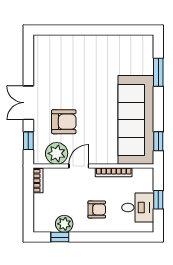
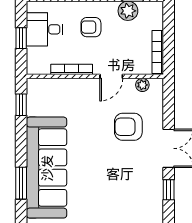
sofa: (136, 120) -> (47, 168), moved
window: (28, 141) -> (169, 190), moved
plant: (57, 153) -> (142, 85), width x0.53, depth x0.53
bookcase: (38, 181) -> (158, 52), width x1.56

